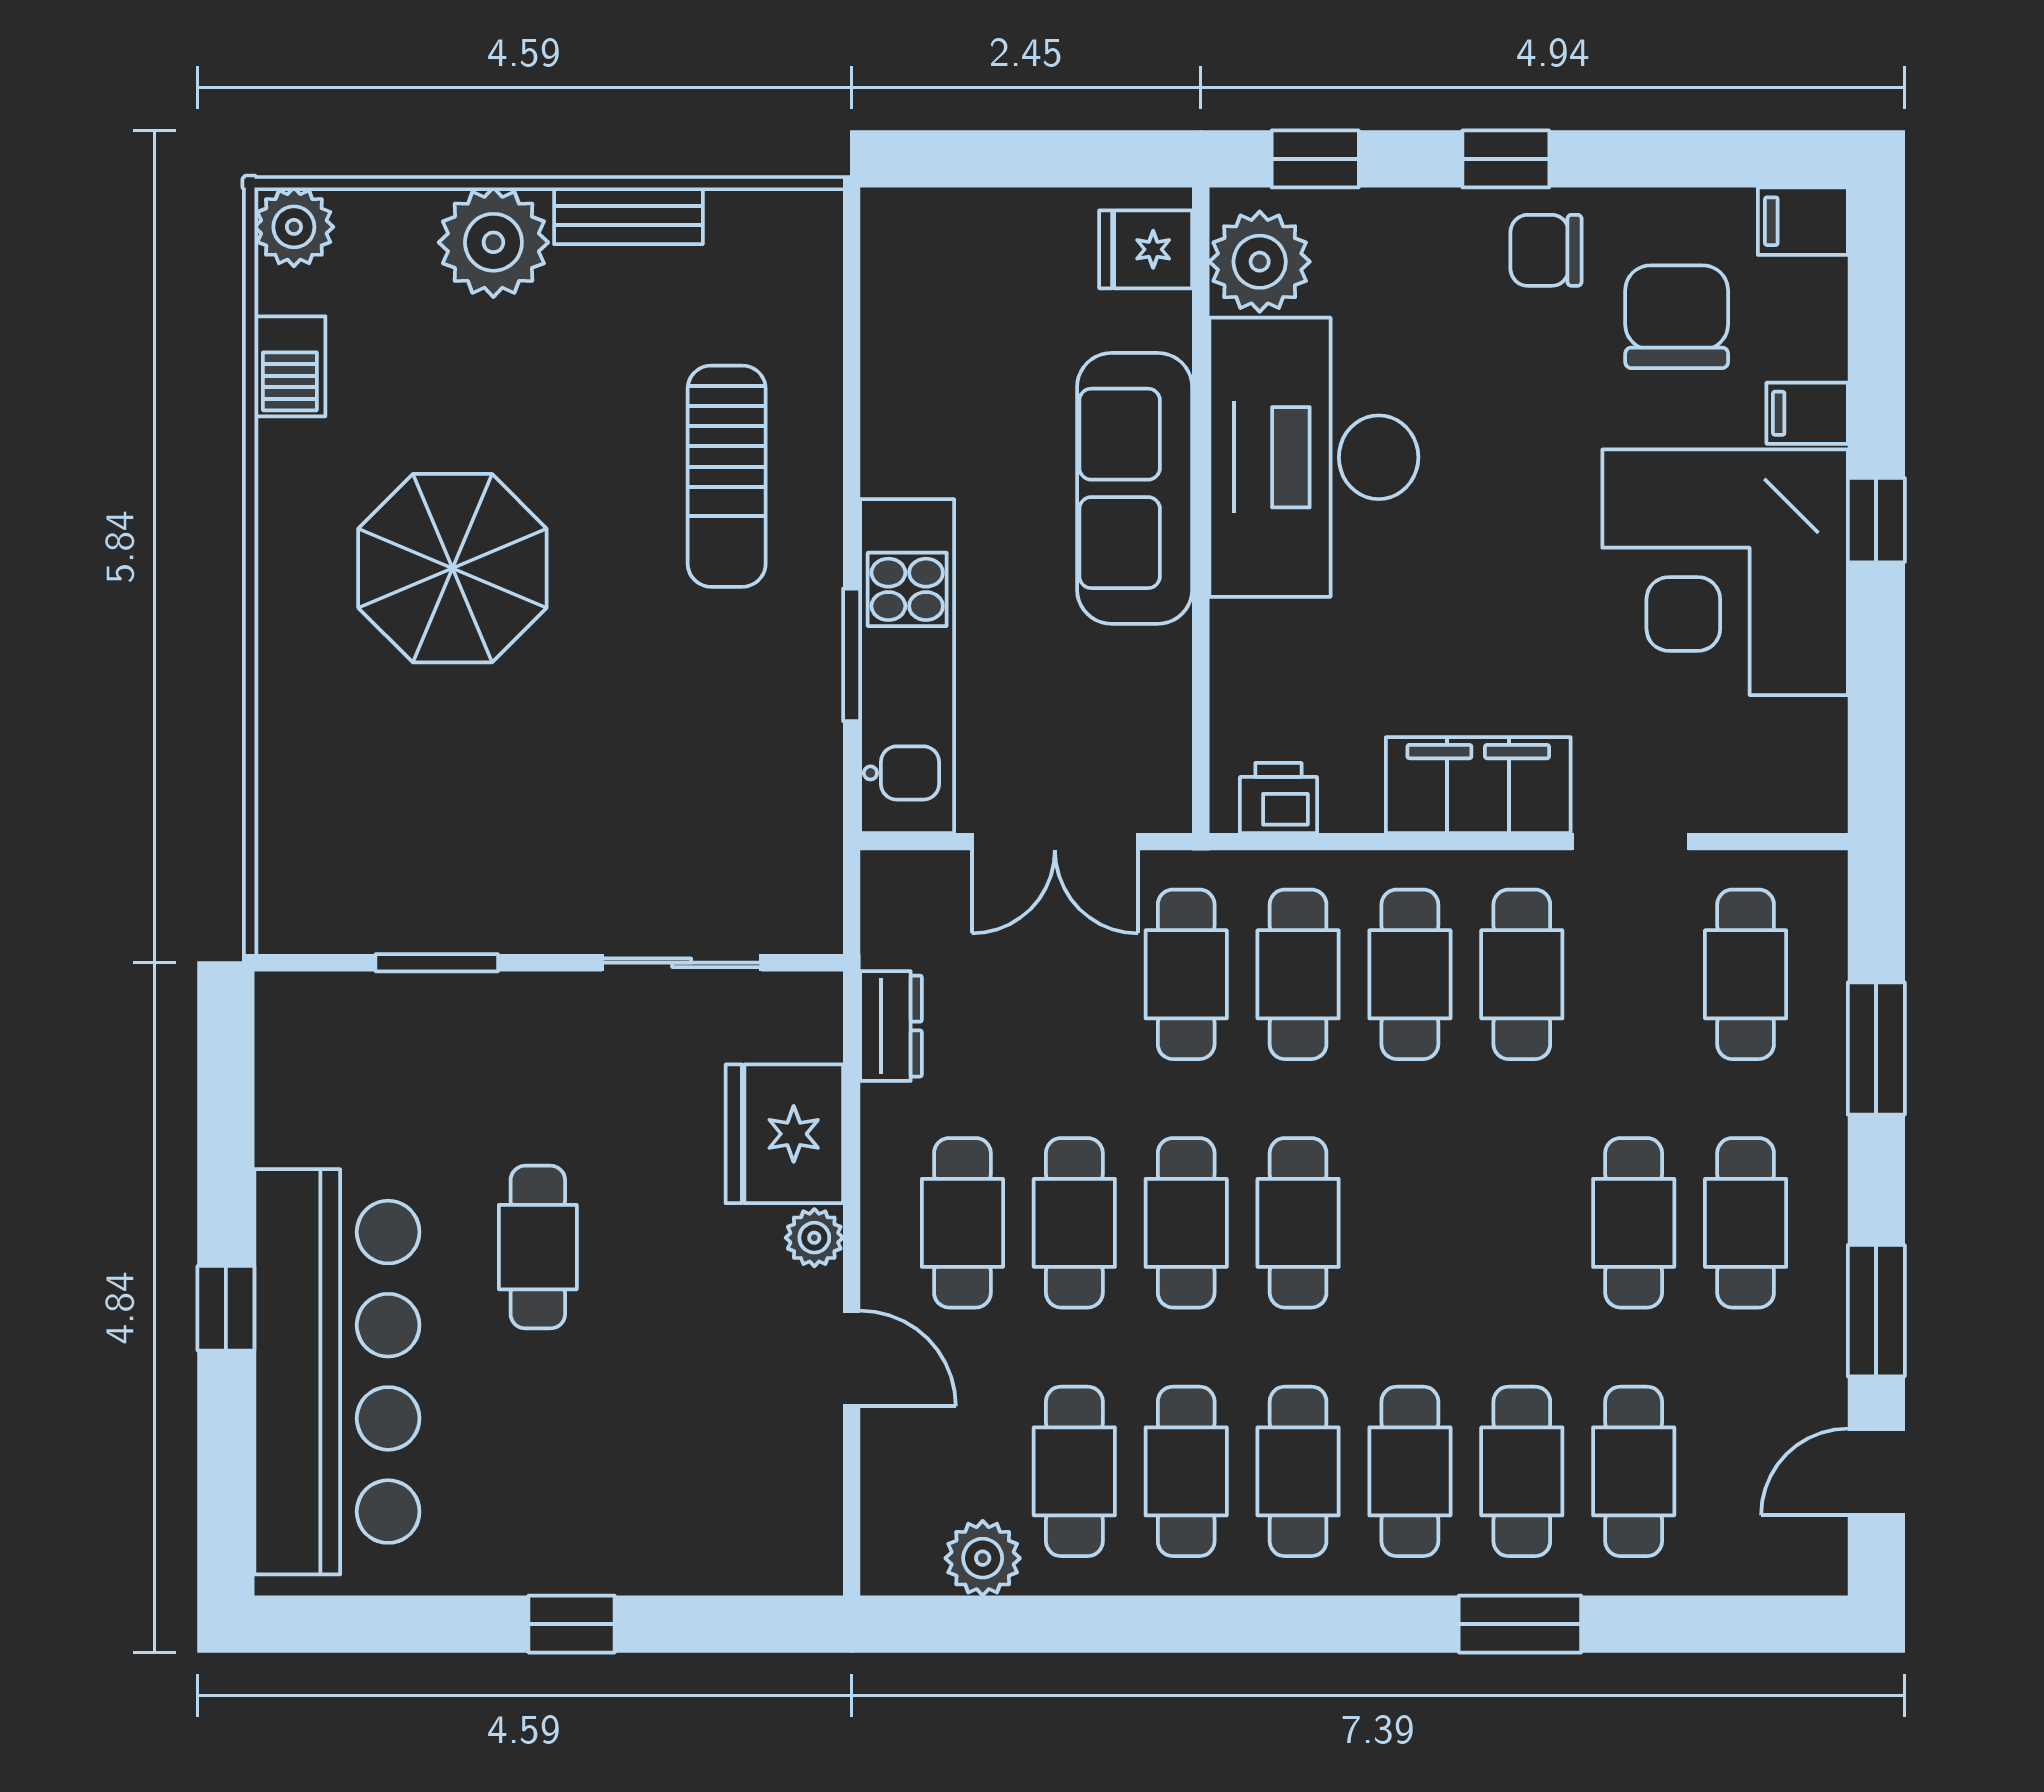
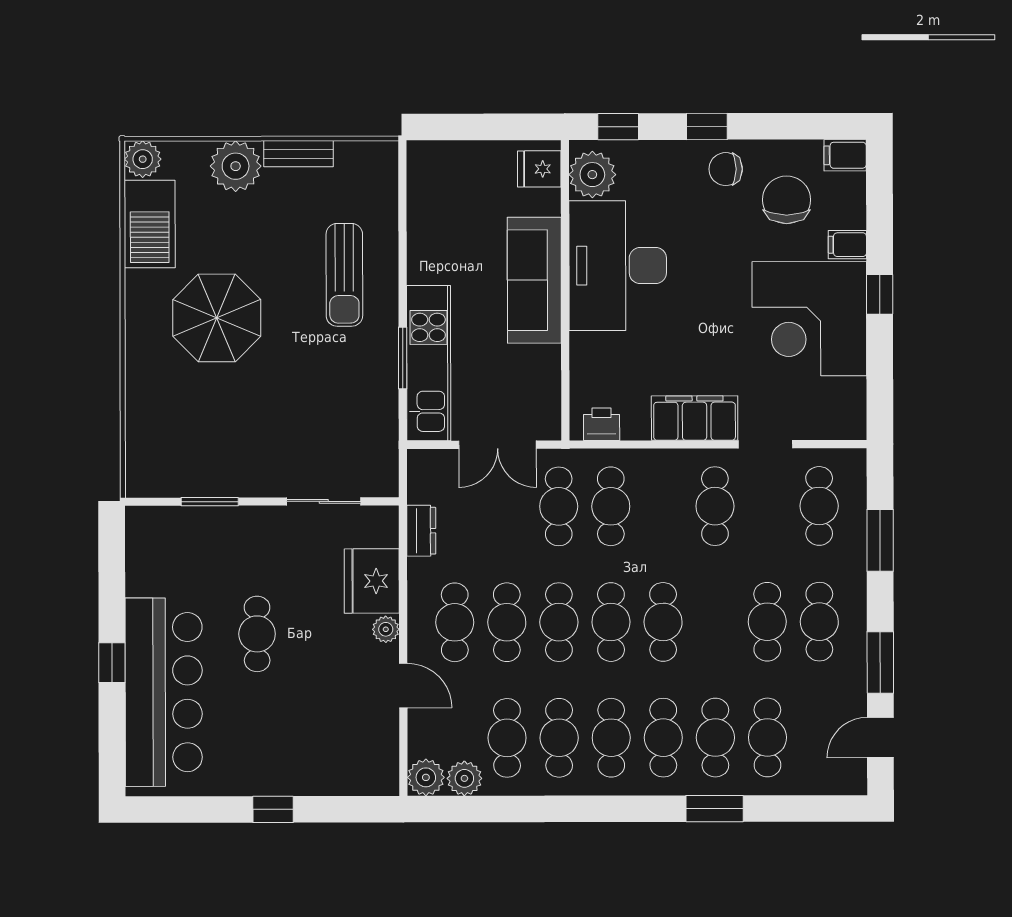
barbecue: (290, 366) -> (150, 224), width x1.88, depth x1.53
cafe table: (1410, 974) -> (663, 622), moved
plant: (900, 1556) -> (426, 777), added

